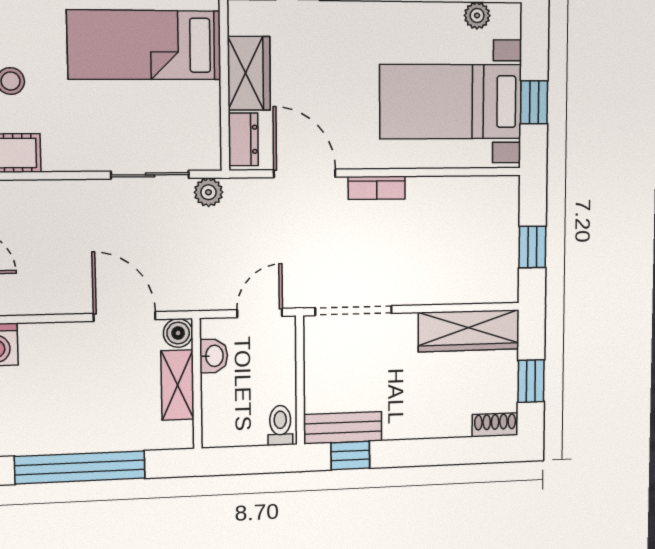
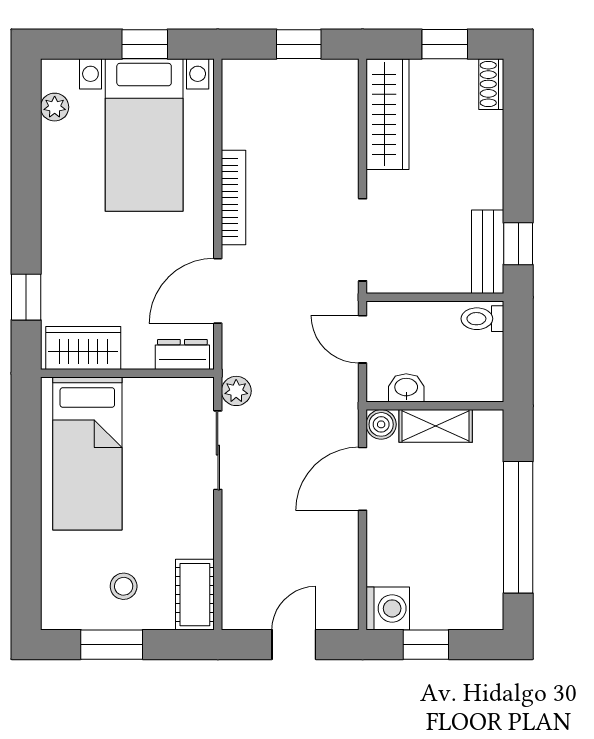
wardrobe: (249, 73) -> (83, 348), moved
bookcase: (377, 188) -> (234, 198), width x1.56

